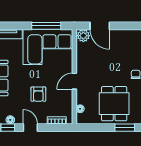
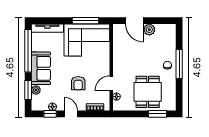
plant: (83, 36) -> (149, 30), moved
door: (74, 81) -> (111, 83), moved

